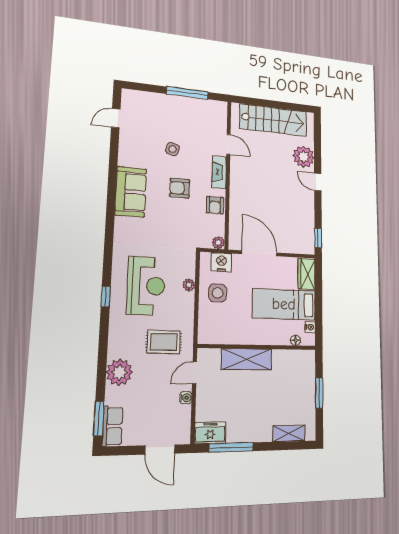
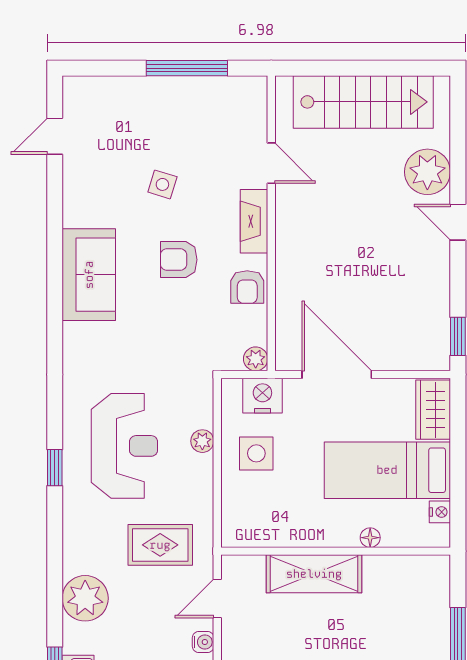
floor lamp: (295, 340) -> (370, 538), moved

